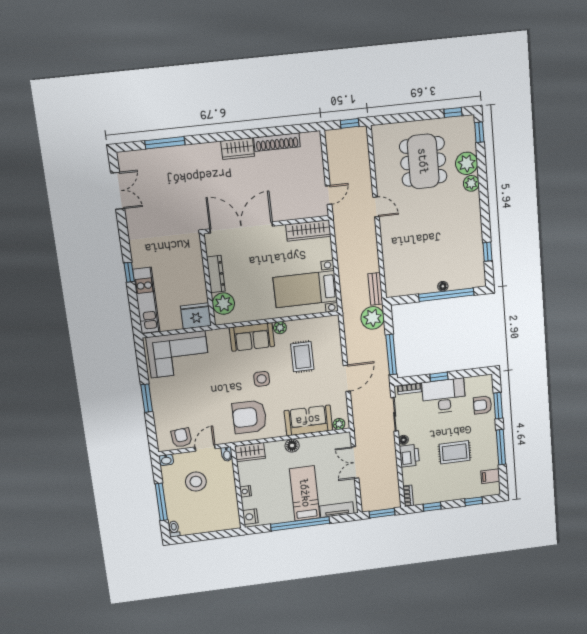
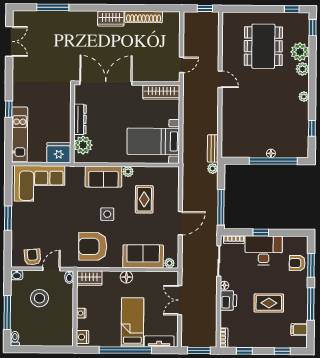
plant: (475, 216) -> (304, 97), added
plant: (373, 318) -> (213, 169), width x0.53, depth x0.53

